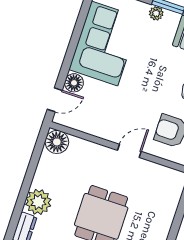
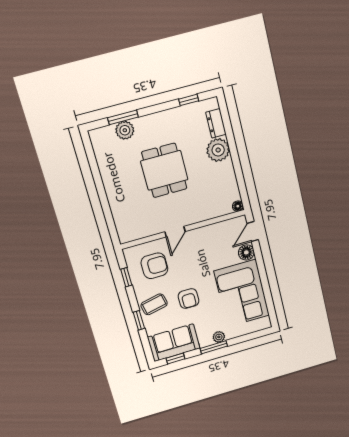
armchair: (160, 75) -> (189, 299), added
floor lamp: (57, 142) -> (238, 206), width x0.53, depth x0.53

